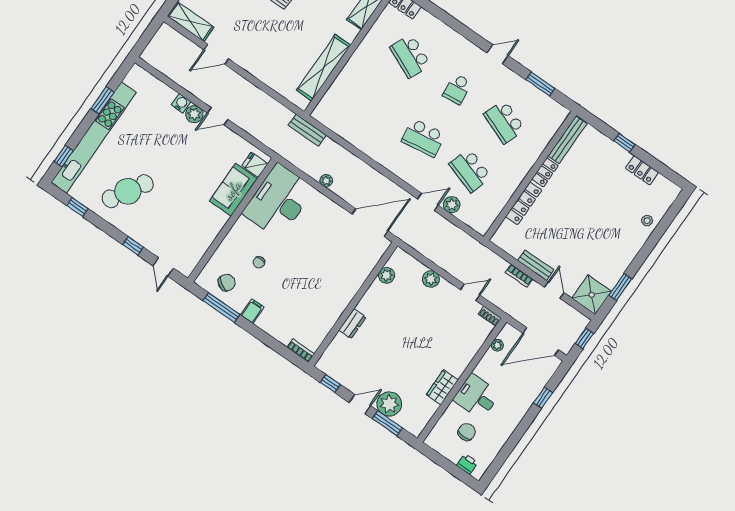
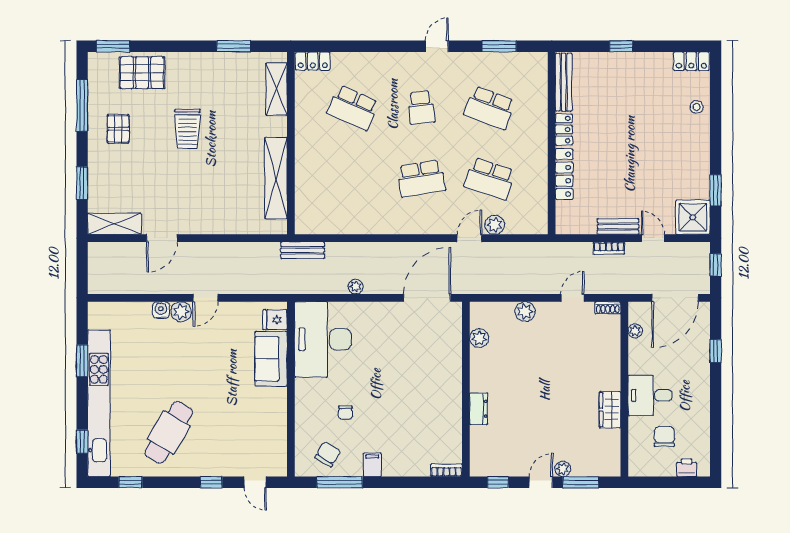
locker: (642, 170) -> (691, 61), moved
plant: (389, 404) -> (563, 469), width x0.53, depth x0.53

